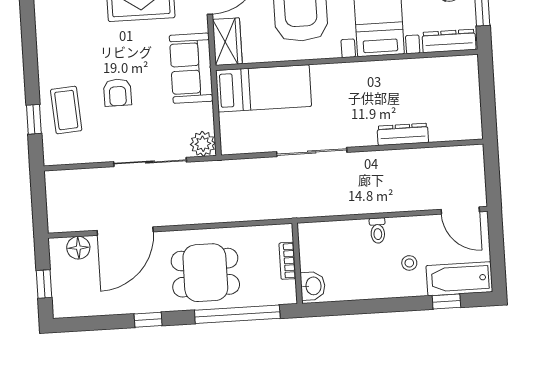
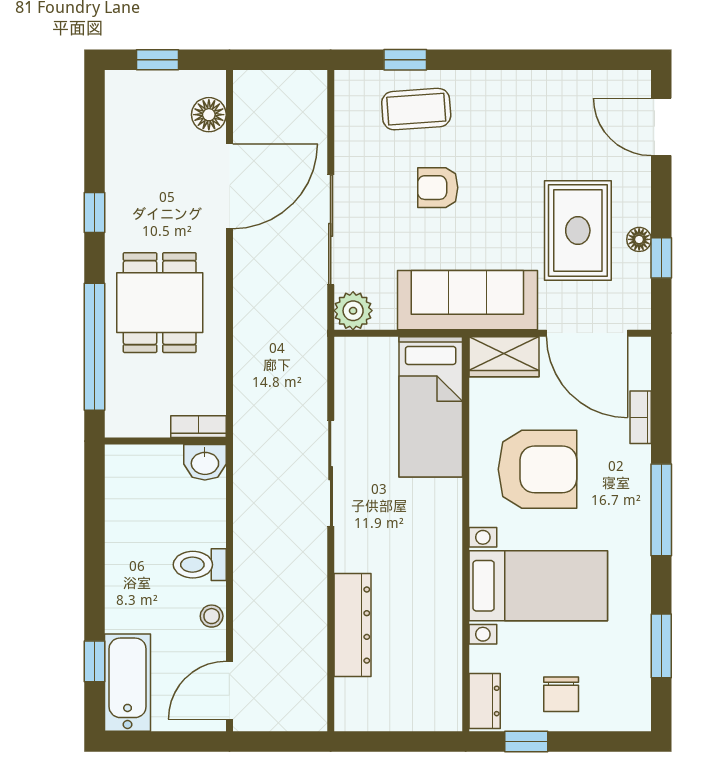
dresser: (449, 41) -> (485, 701), width x0.70
sofa: (191, 68) -> (467, 300), width x1.36
dresser: (403, 134) -> (352, 625), width x1.37, depth x1.24
door: (125, 231) -> (229, 186), swing flipped
toilet: (378, 231) -> (200, 565), width x1.37, depth x1.39
bookcase: (287, 261) -> (198, 427), moved
stool: (409, 263) -> (212, 616), moved
washbasin: (313, 286) -> (205, 462), moved

